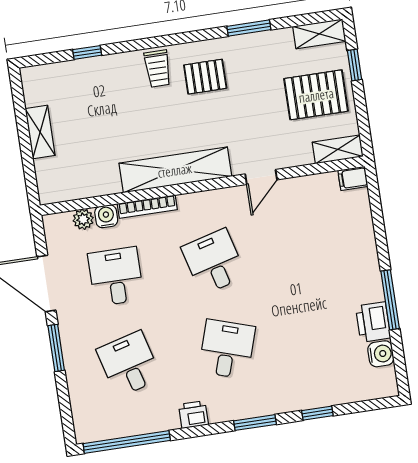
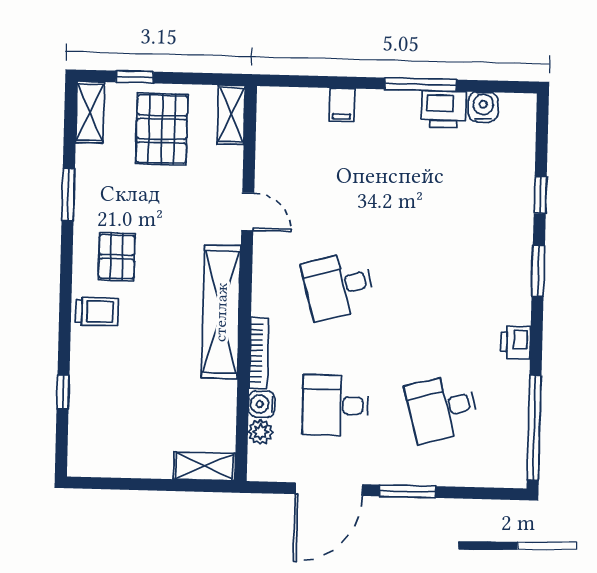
shelving: (40, 132) -> (204, 466), moved
filing cabinet: (353, 178) -> (342, 105), moved
desk: (227, 349) -> (445, 289), removed

